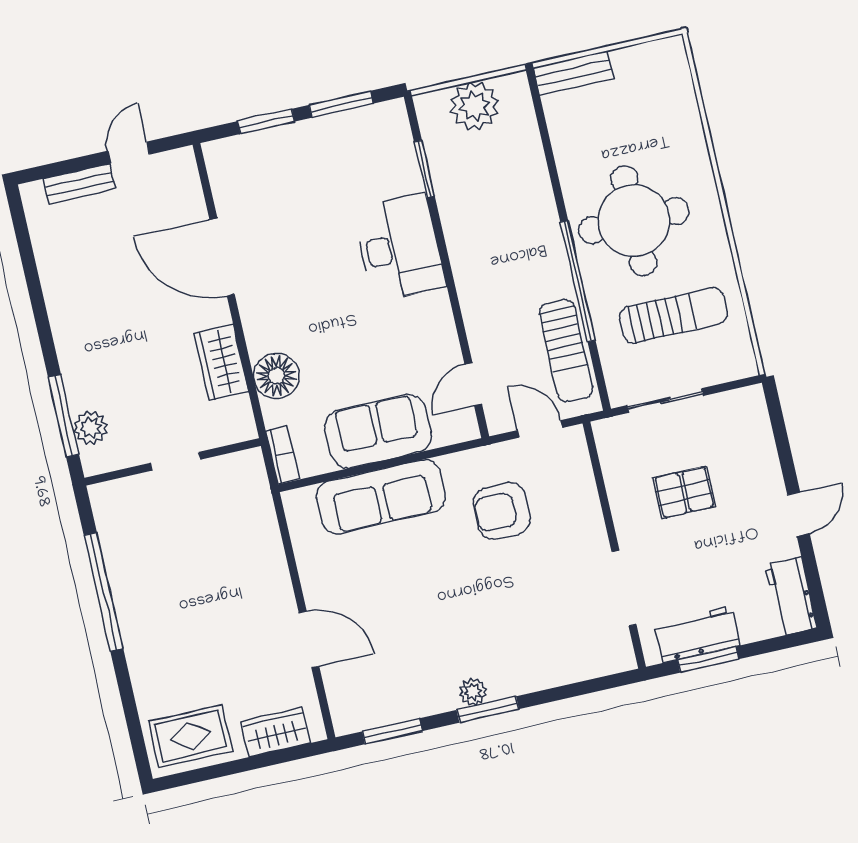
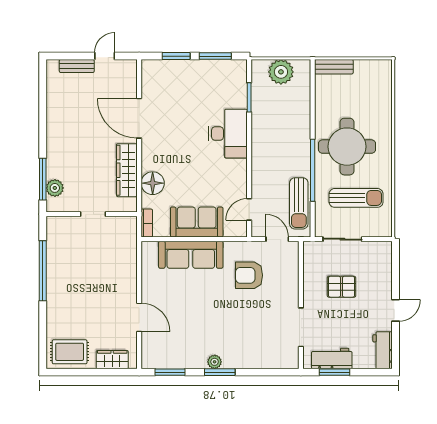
wardrobe: (221, 362) -> (127, 170), width x1.50

